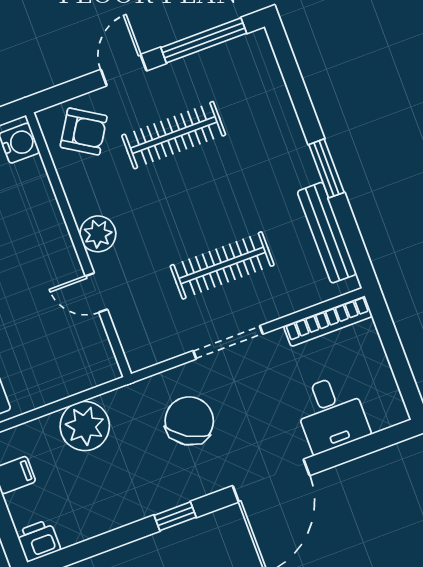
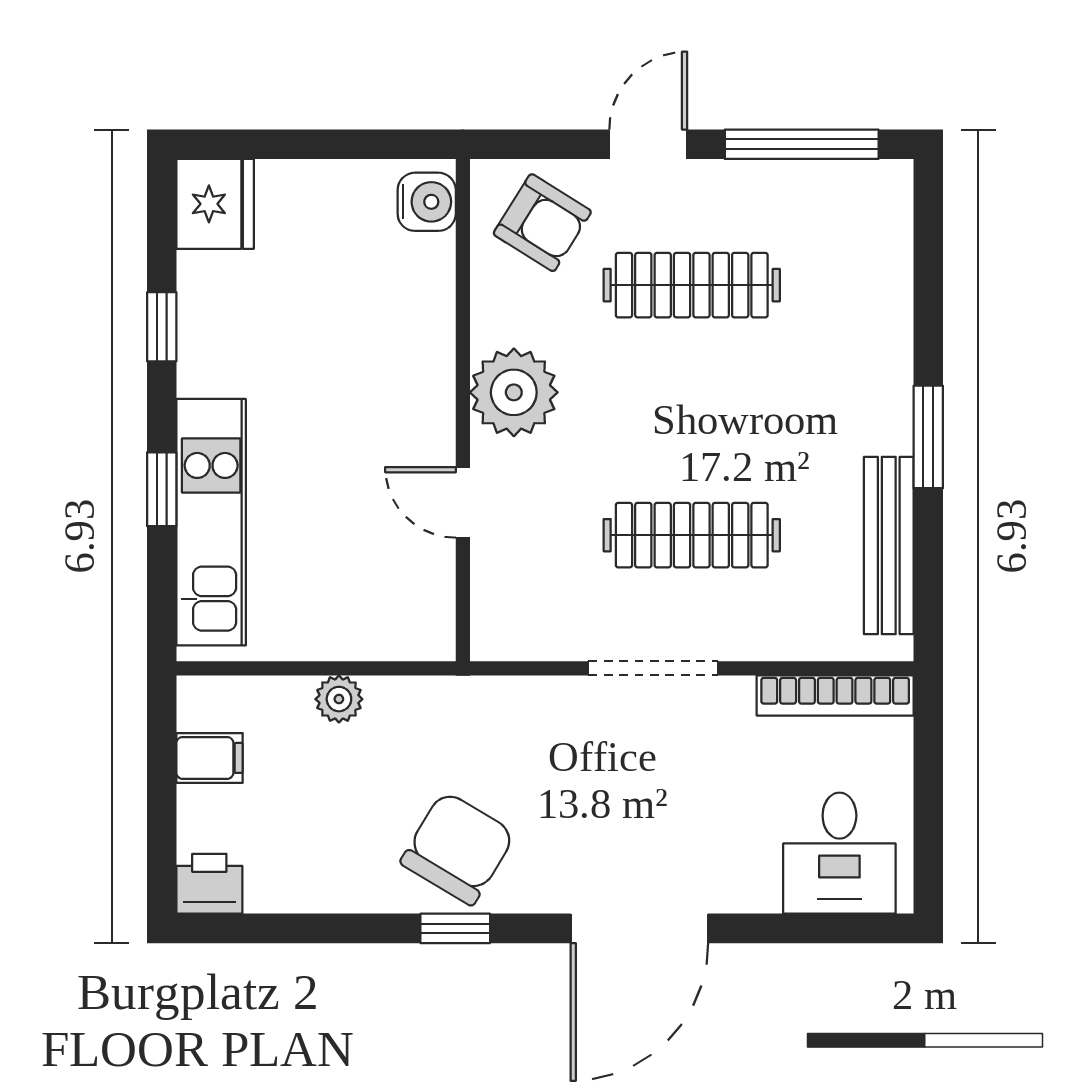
plant: (98, 234) -> (514, 392), width x1.36, depth x1.36
desk: (331, 414) -> (839, 853), moved
chair: (189, 421) -> (458, 848), moved
plant: (85, 426) -> (339, 699), width x0.53, depth x0.53

